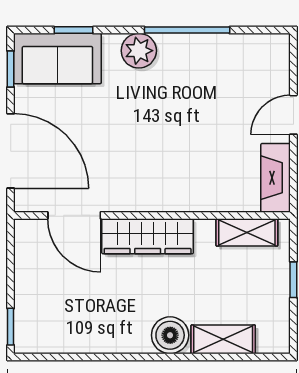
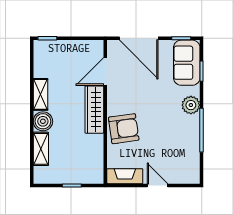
door: (11, 151) -> (139, 38), hinge flipped
armchair: (184, 180) -> (124, 129), added
shelving: (247, 232) -> (40, 94), moved

